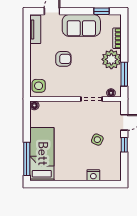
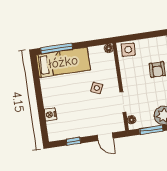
side table: (97, 140) -> (97, 88), moved
window: (124, 145) -> (73, 141), moved

